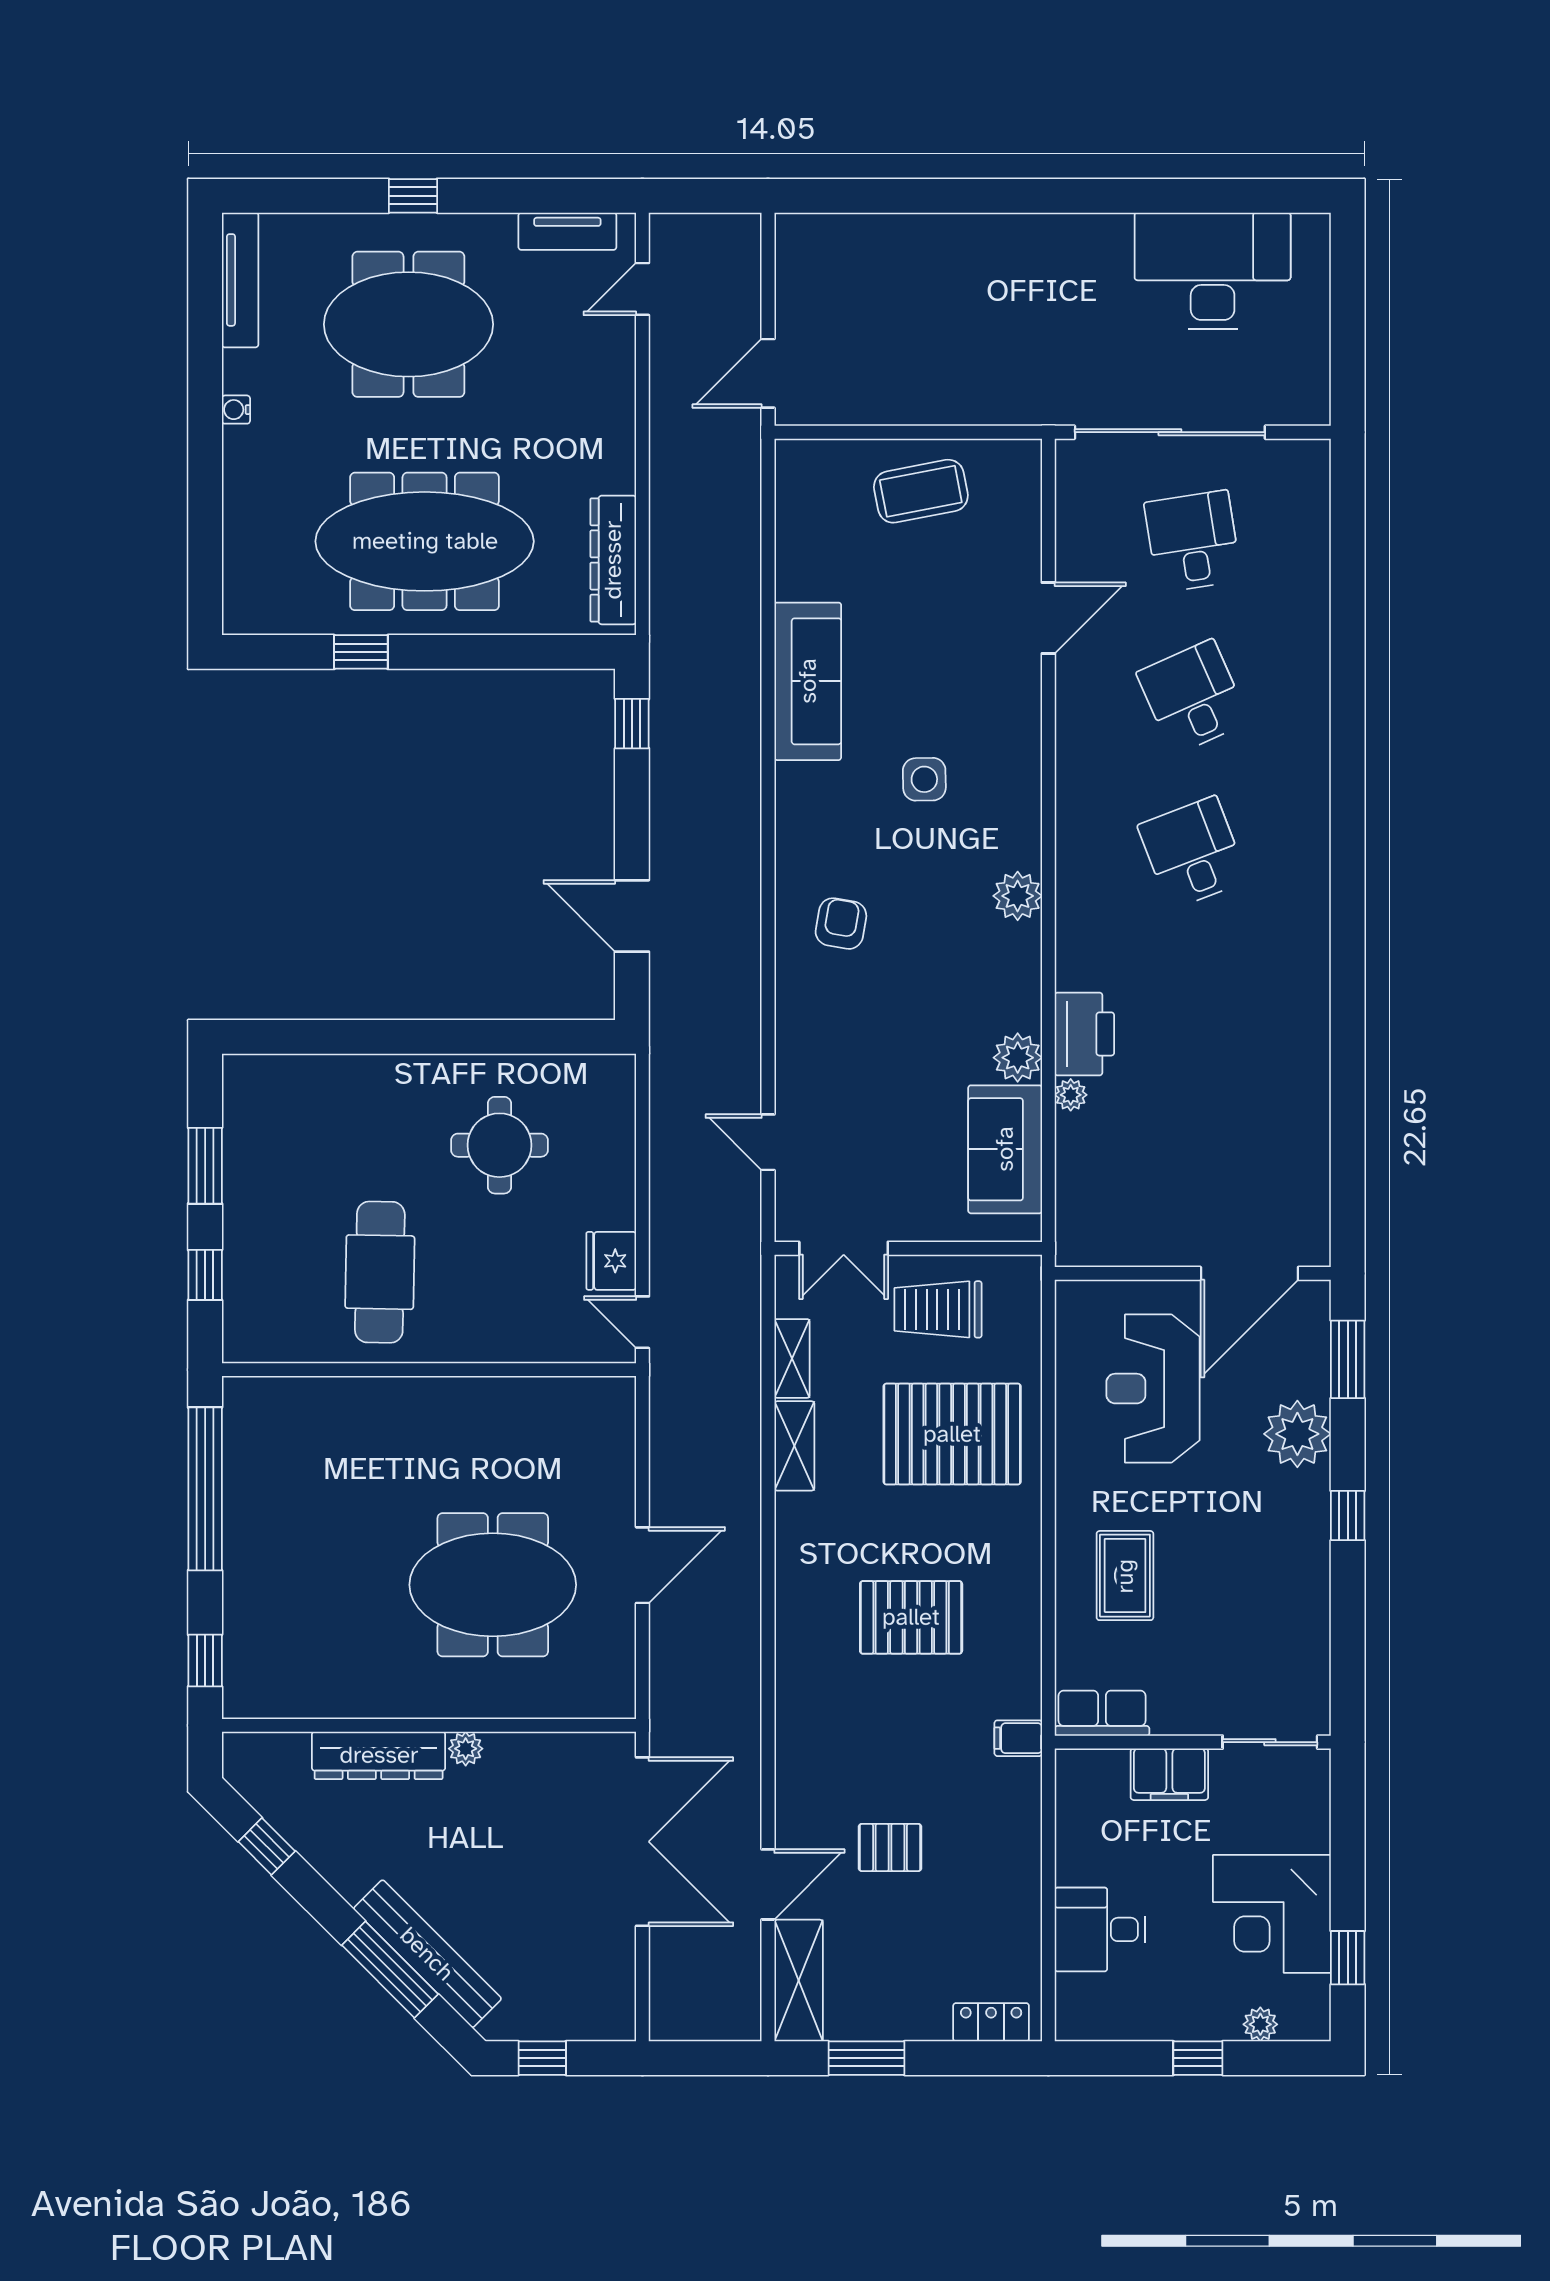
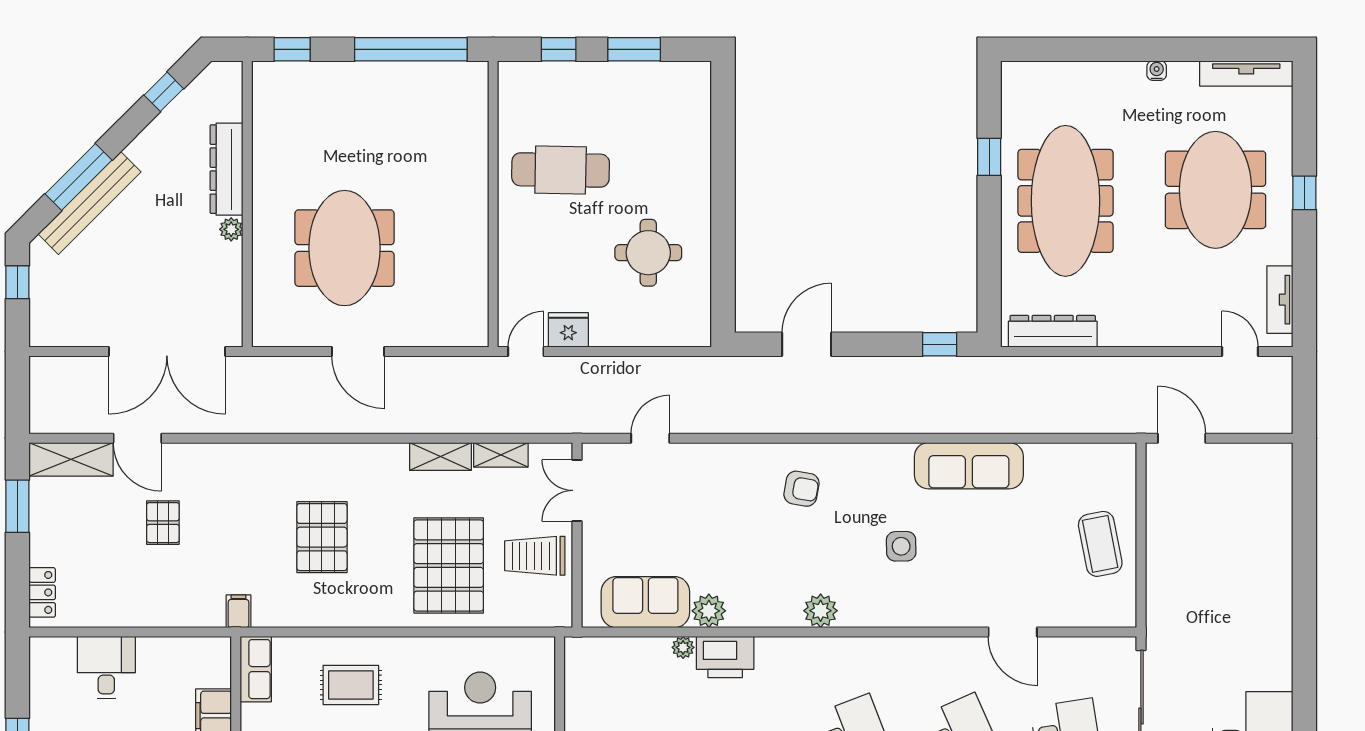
trolley: (938, 1309) -> (535, 556), turned -90

